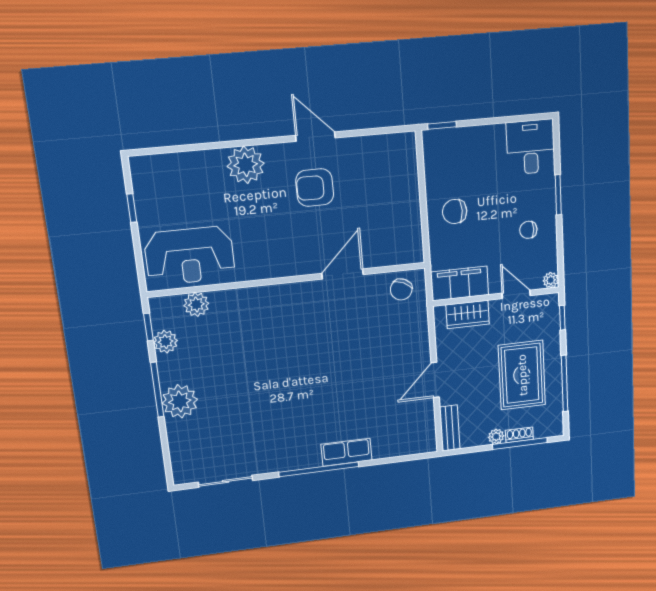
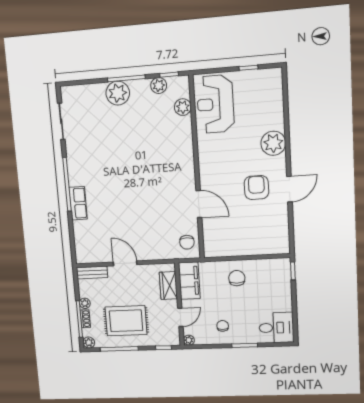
chair: (401, 289) -> (187, 242), turned -115
plant: (555, 428) -> (89, 342), added

